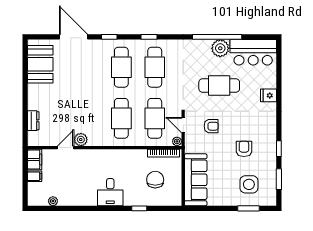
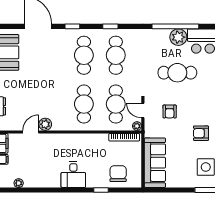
armchair: (211, 126) -> (170, 111), turned 90
armchair: (244, 149) -> (201, 133), turned -90
chair: (155, 180) -> (118, 174), moved

